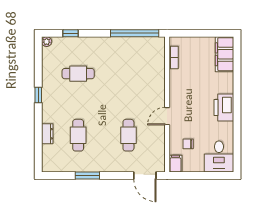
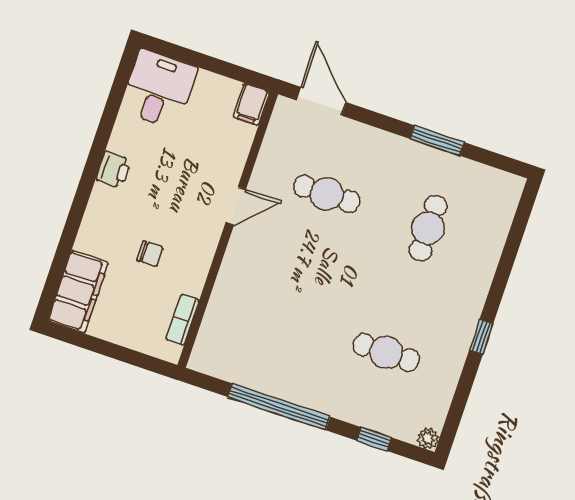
window: (135, 33) -> (279, 407), moved
printer: (224, 108) -> (113, 170), width x0.53, depth x0.68
dresser: (47, 134) -> (490, 252), removed
cafe table: (128, 135) -> (327, 194), turned 90
chair: (188, 144) -> (150, 254), moved

